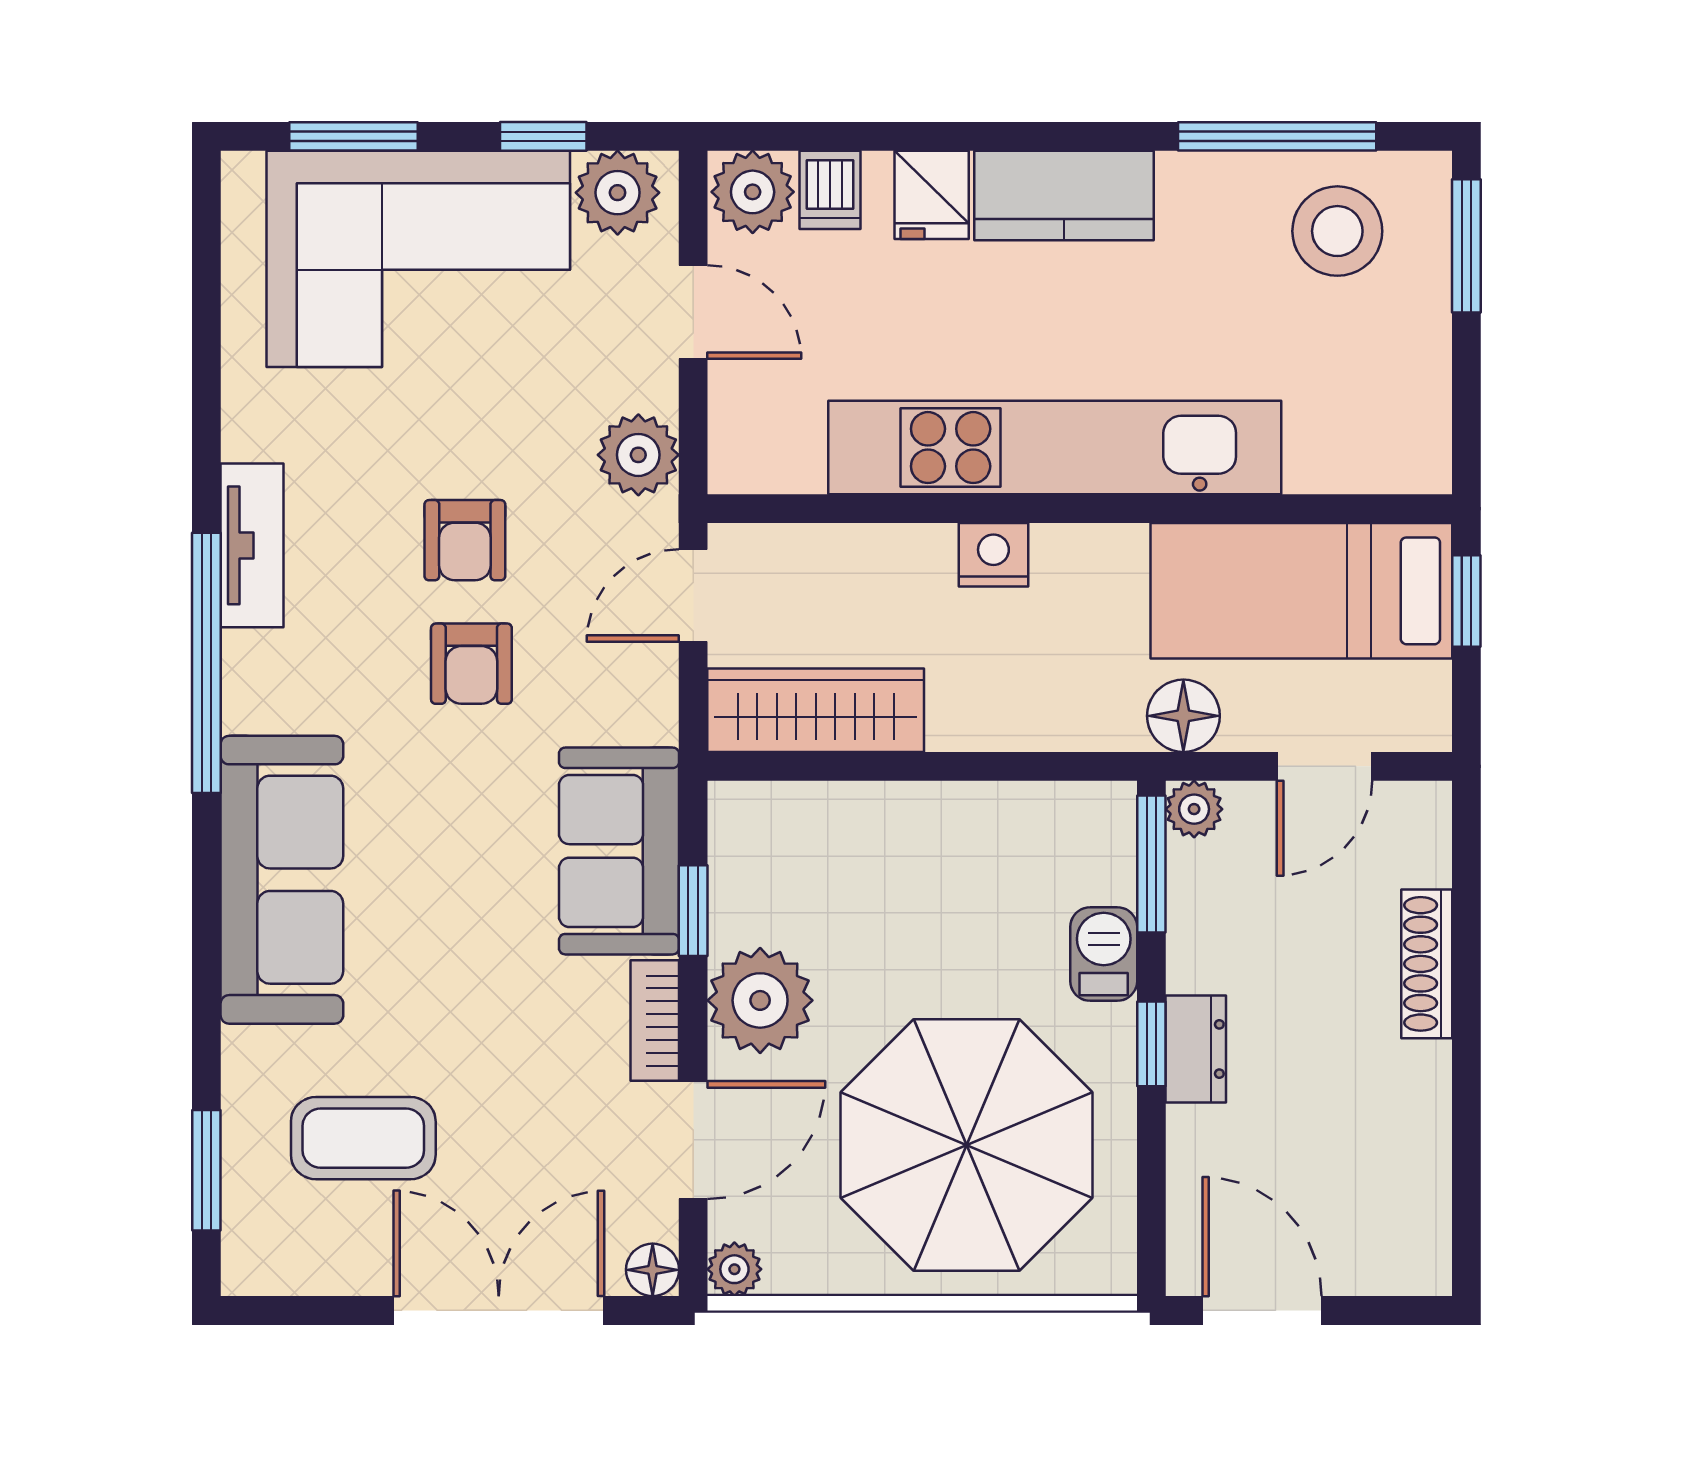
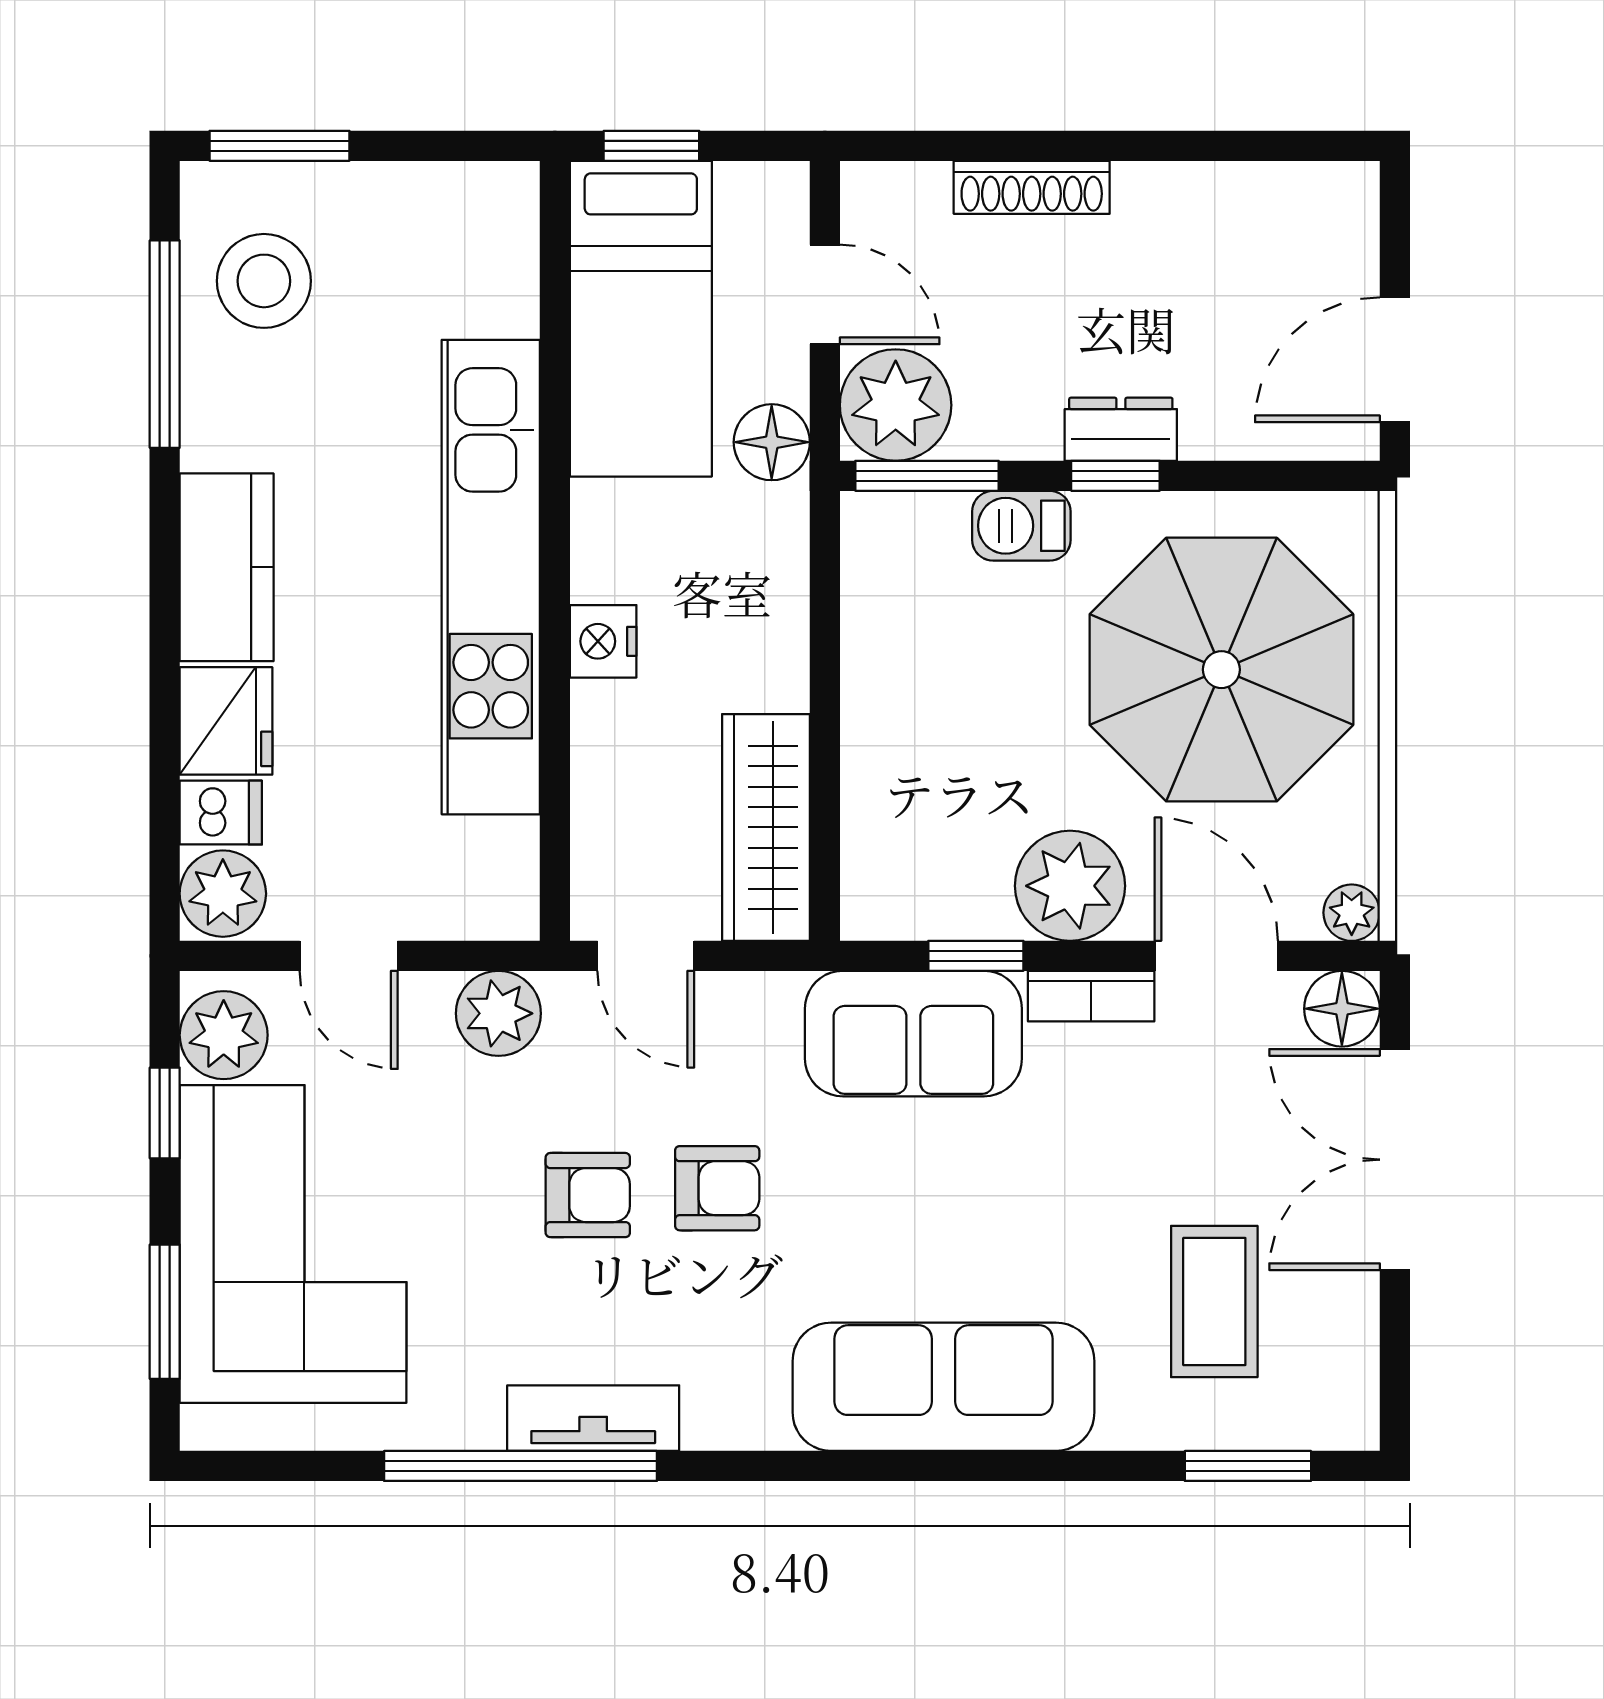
fridge: (932, 195) -> (226, 721), width x1.38
door: (693, 312) -> (349, 956), swing flipped
window: (206, 663) -> (521, 1466), moved
plant: (1194, 809) -> (896, 405), width x1.88, depth x1.88
floor lamp: (653, 1270) -> (1342, 1009), width x1.37, depth x1.37

